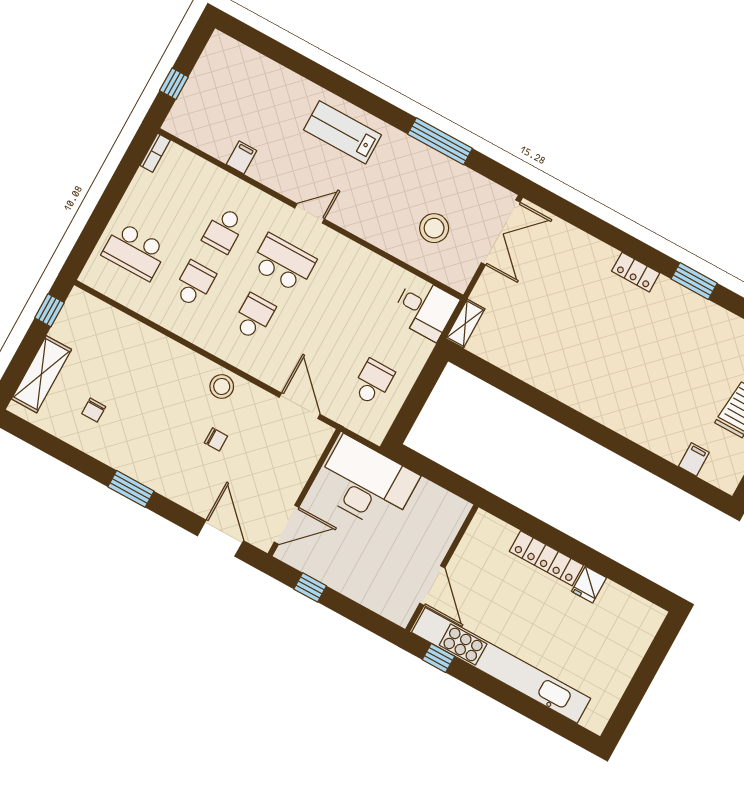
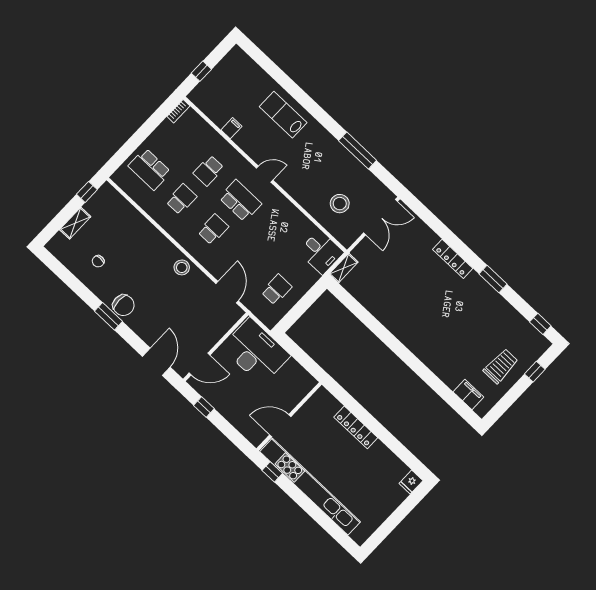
lab bench: (343, 132) -> (283, 115), moved
locker: (636, 272) -> (453, 259), width x1.53
shelving: (41, 374) -> (75, 223), width x0.67, depth x0.75
chair: (216, 439) -> (123, 305), moved, width x1.87, depth x1.87
filing cabinet: (694, 459) -> (468, 394), width x2.00
fridge: (589, 585) -> (411, 482), moved
door: (432, 586) -> (280, 426), swing flipped

